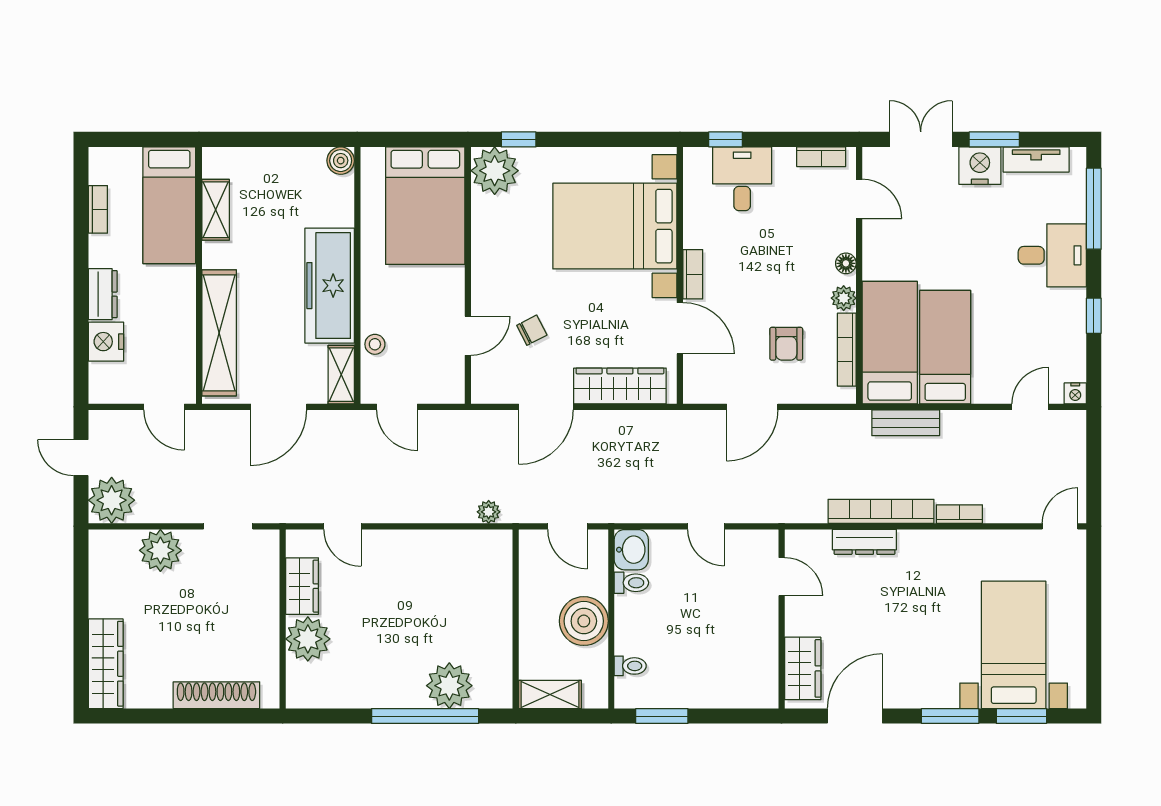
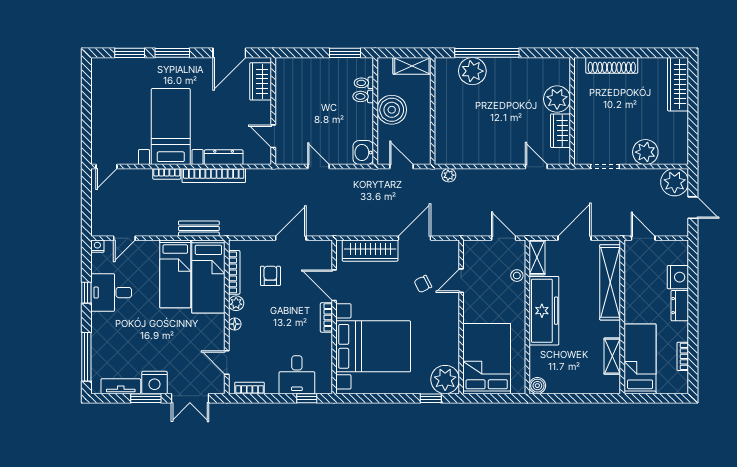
desk: (1052, 255) -> (111, 293), moved
toilet: (631, 583) -> (363, 96), moved
bed with nightstands: (1014, 645) -> (171, 127), moved, turned 180

